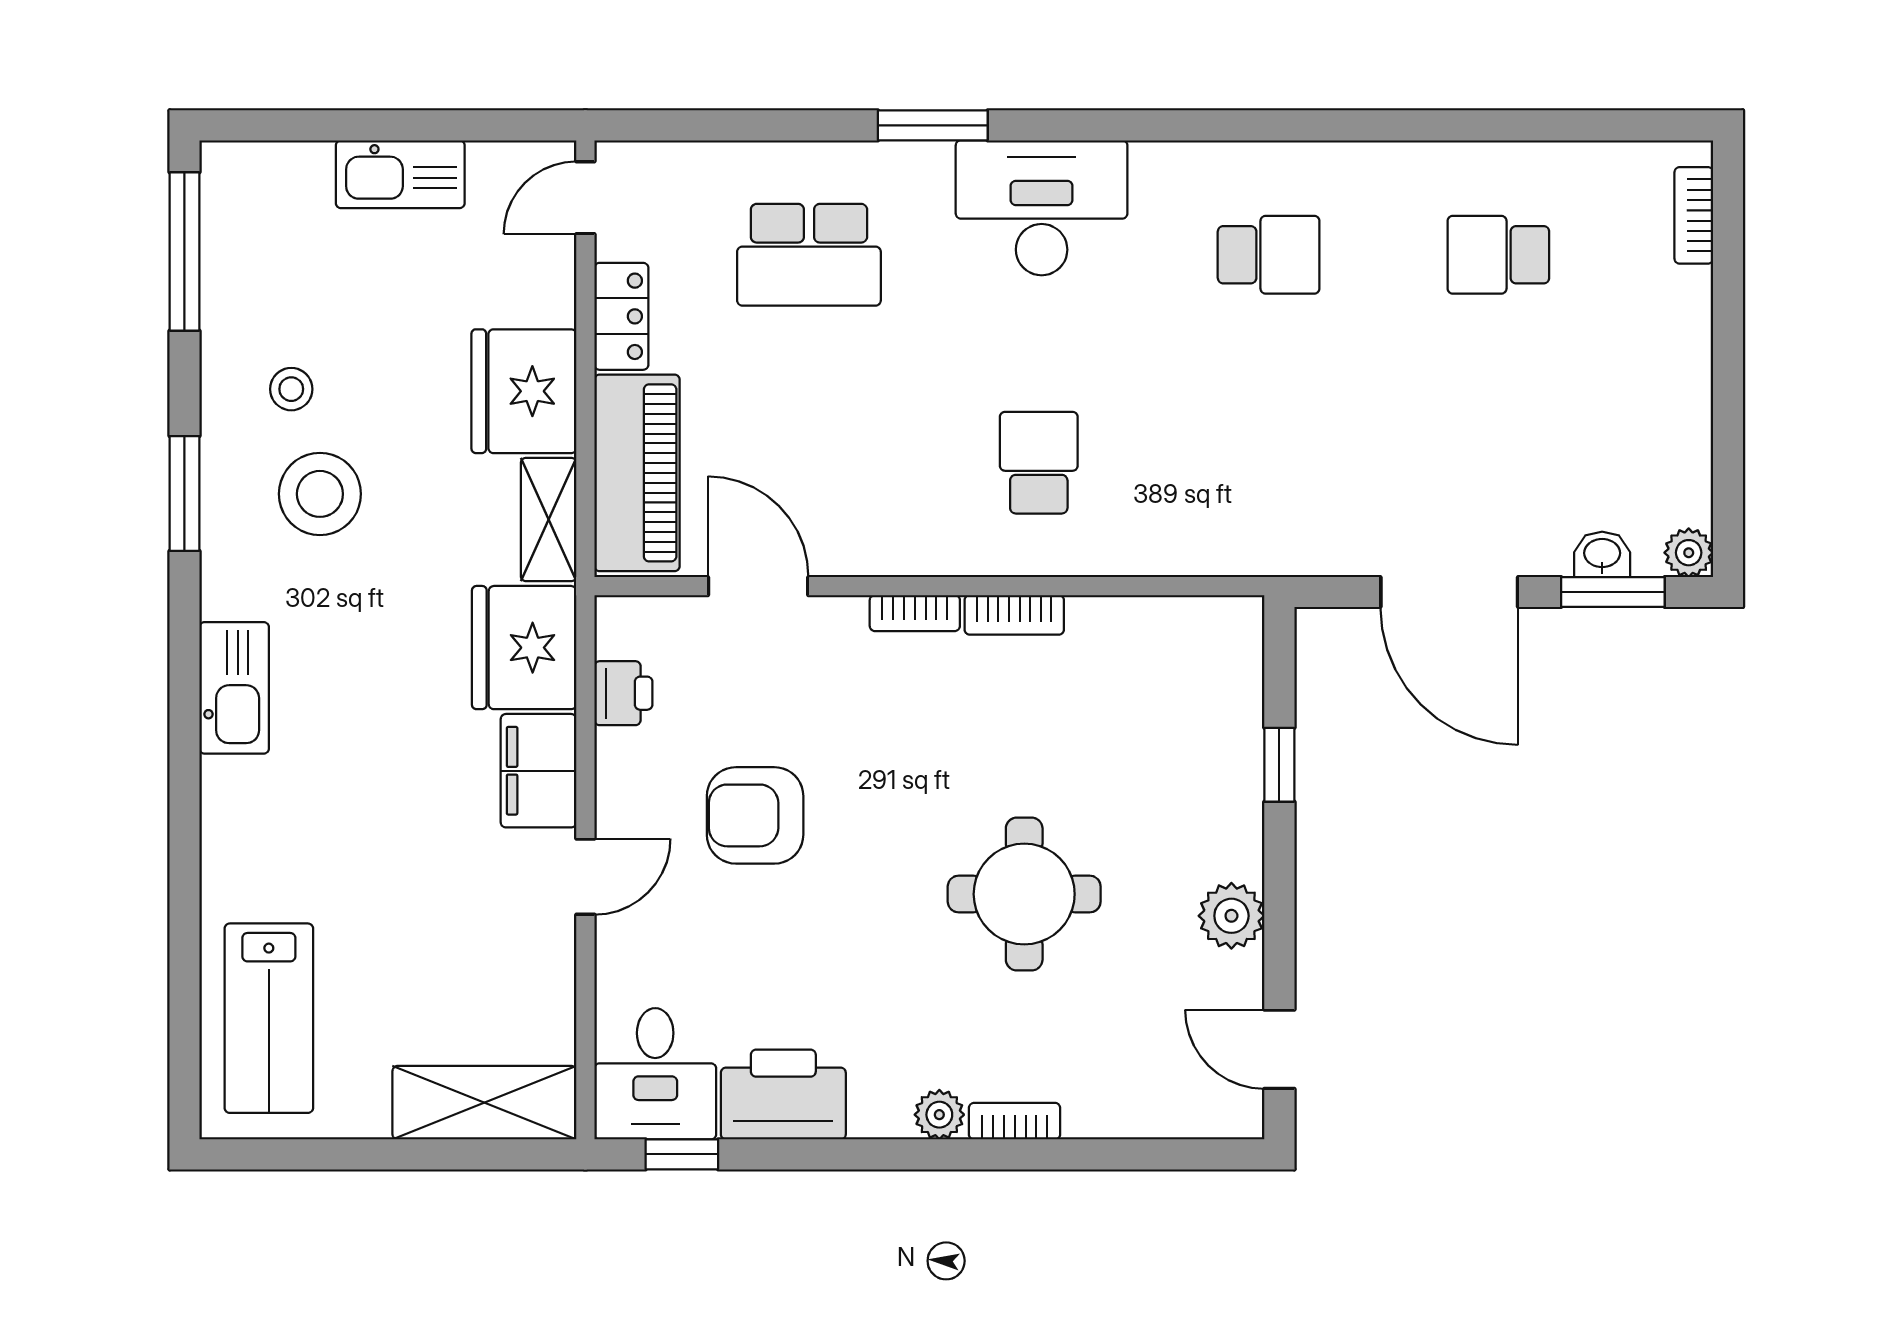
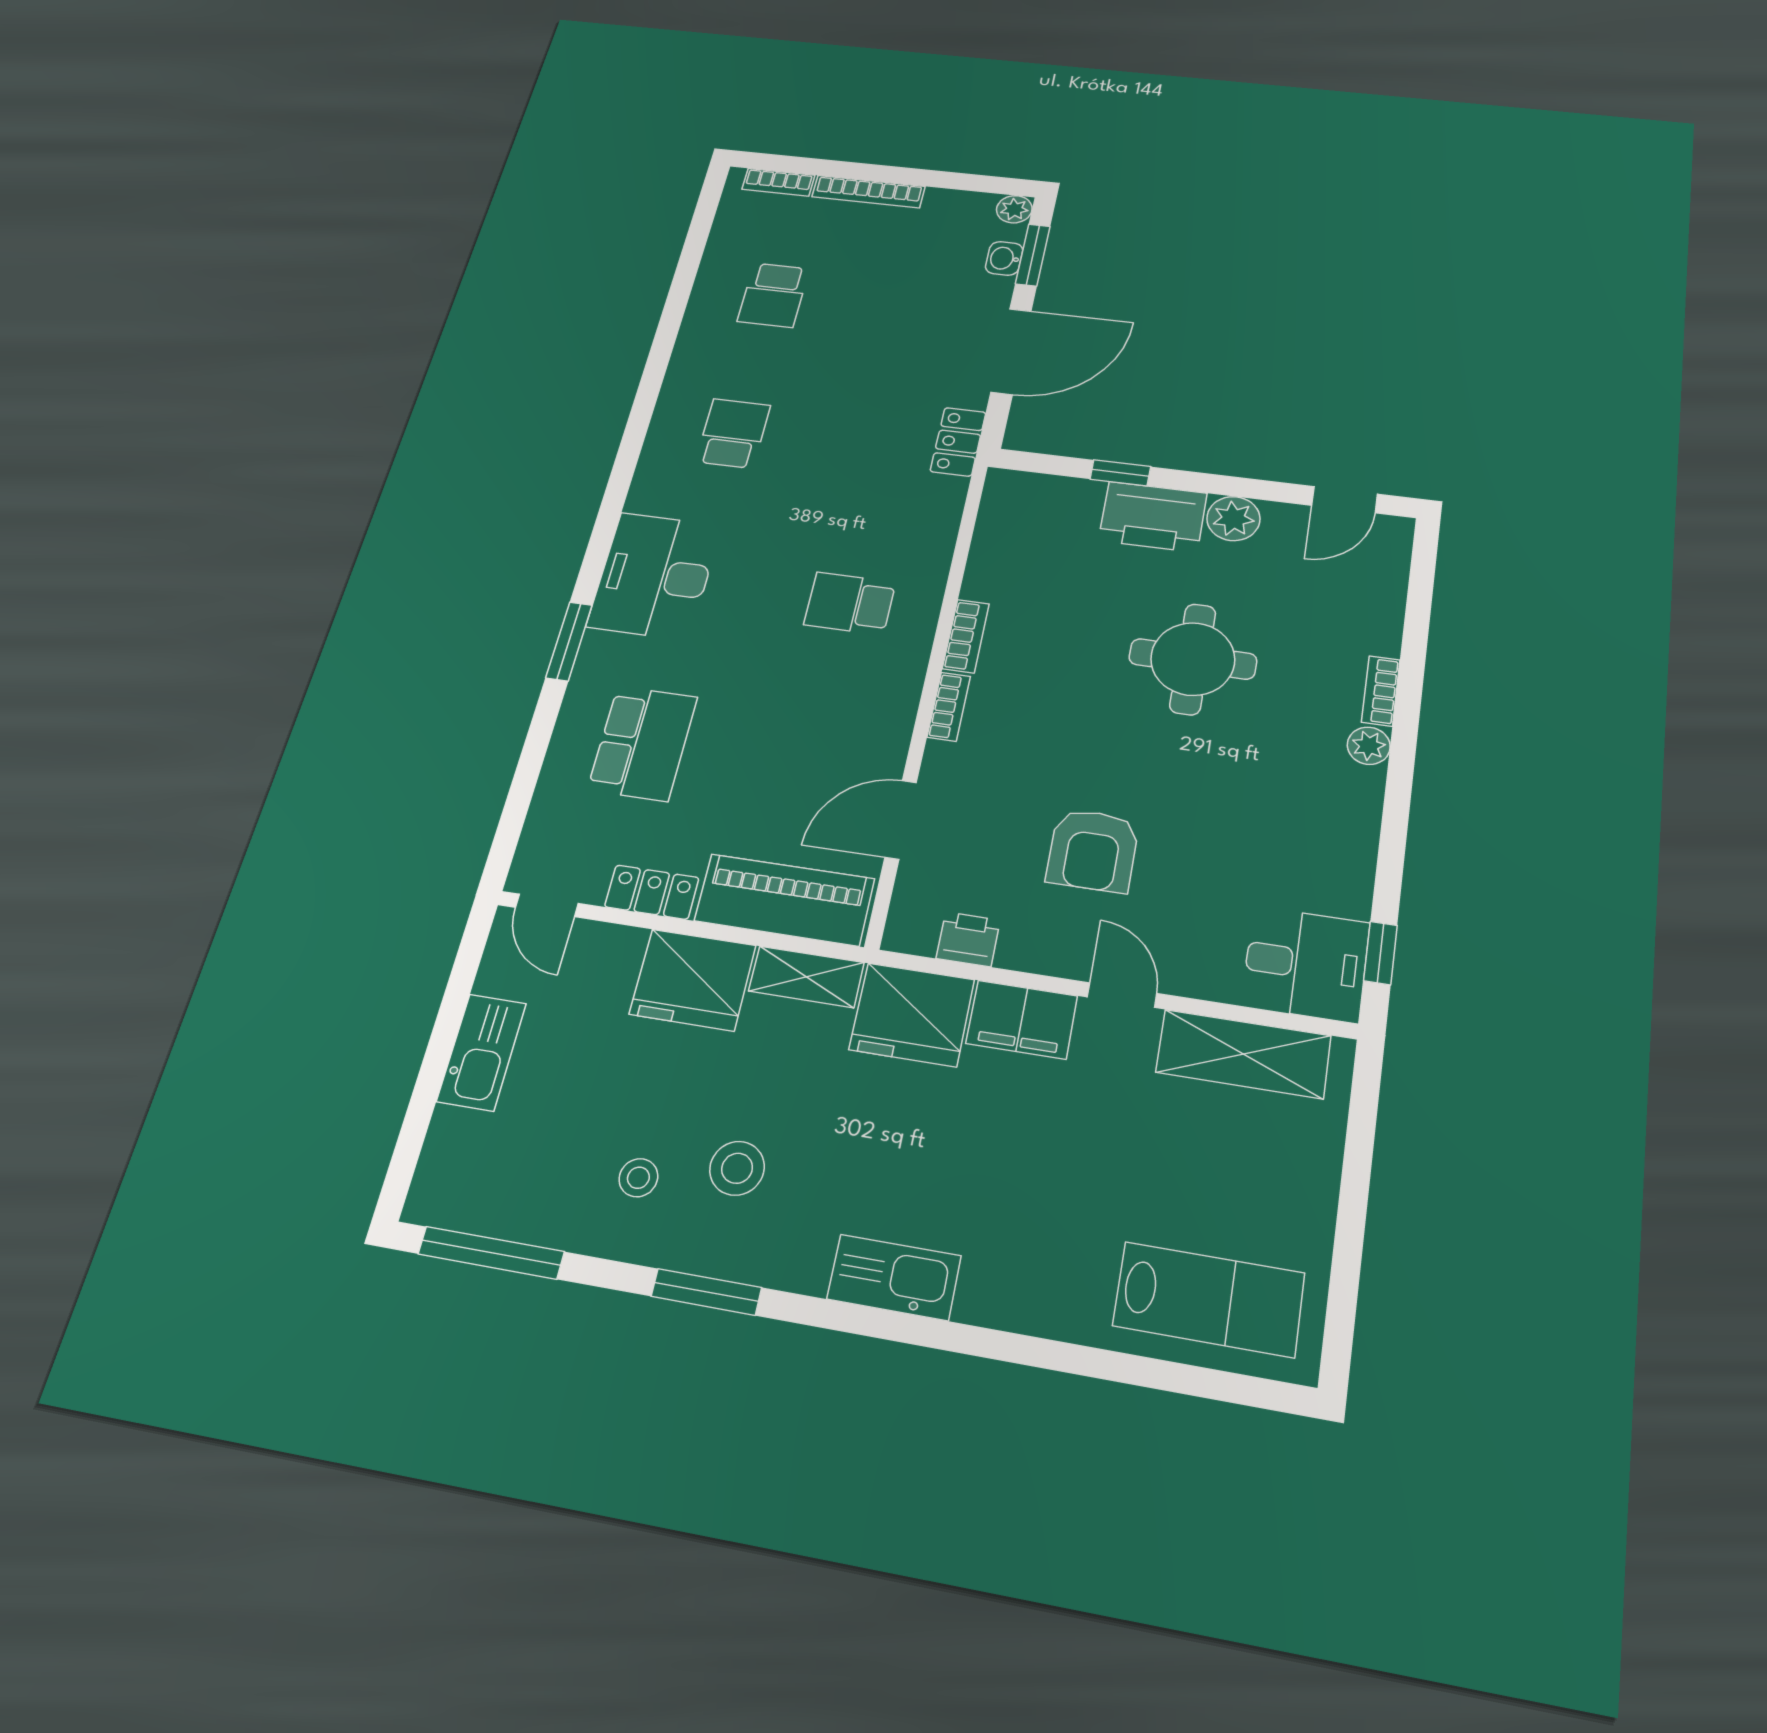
bookcase: (1693, 345) -> (868, 192), added
stool: (320, 494) -> (737, 1168), width x0.73, depth x0.73
locker: (1297, 550) -> (958, 442), added
printer: (783, 1095) -> (1153, 517), moved, turned -90
shelving: (484, 1103) -> (1243, 1054), moved, turned 90

